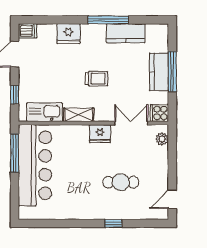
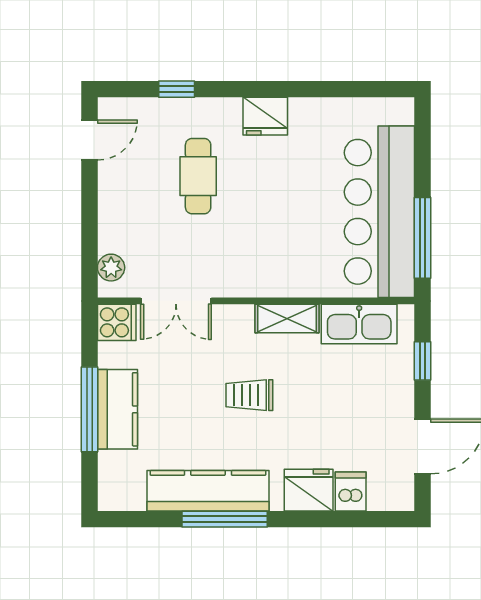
dishwasher: (28, 31) -> (351, 491), moved, turned 90
kitchen counter: (126, 33) -> (208, 491), width x1.50
fridge: (100, 134) -> (265, 116), moved, turned 180
cafe table: (121, 182) -> (198, 176), turned 90
window: (113, 223) -> (177, 89), moved

